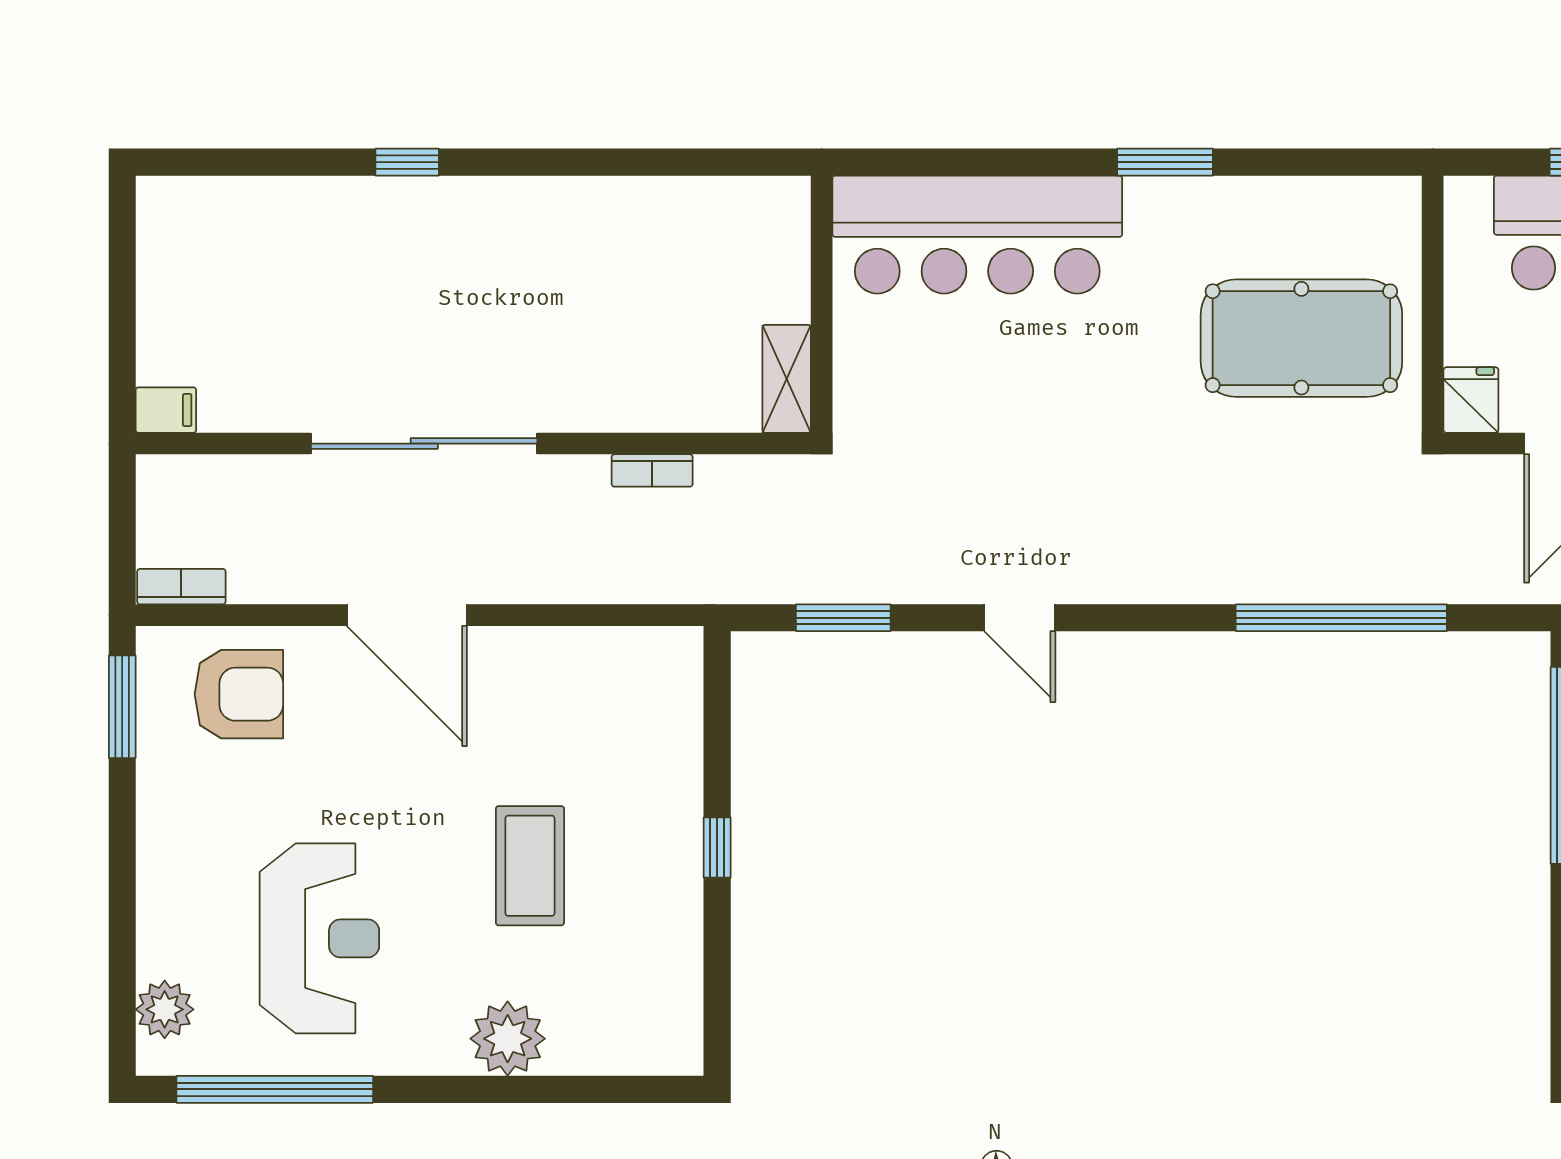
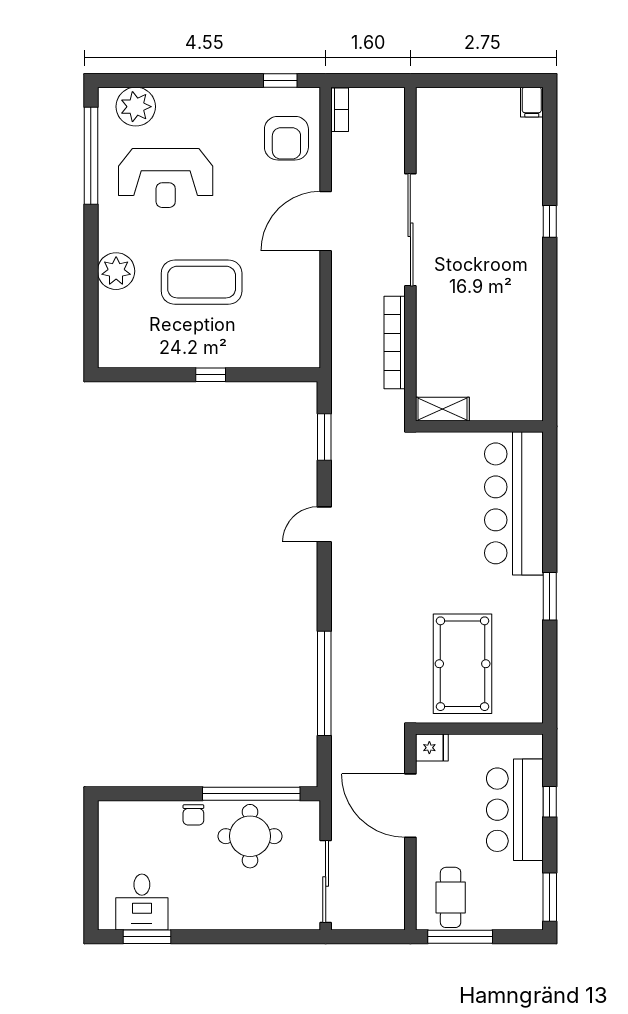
filing cabinet: (166, 410) -> (532, 102), moved
bookcase: (652, 470) -> (395, 343), width x2.31, depth x1.31
window: (122, 707) -> (280, 80), width x0.67
coffee table: (530, 866) -> (202, 282), width x1.36, depth x1.32
plant: (165, 1009) -> (136, 107), width x1.36, depth x1.36

